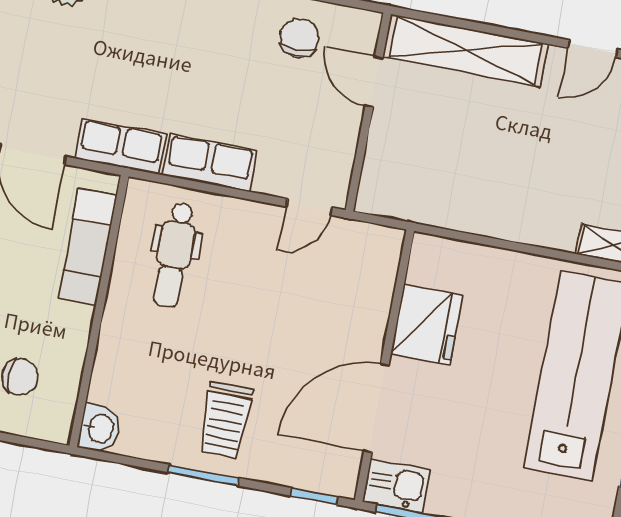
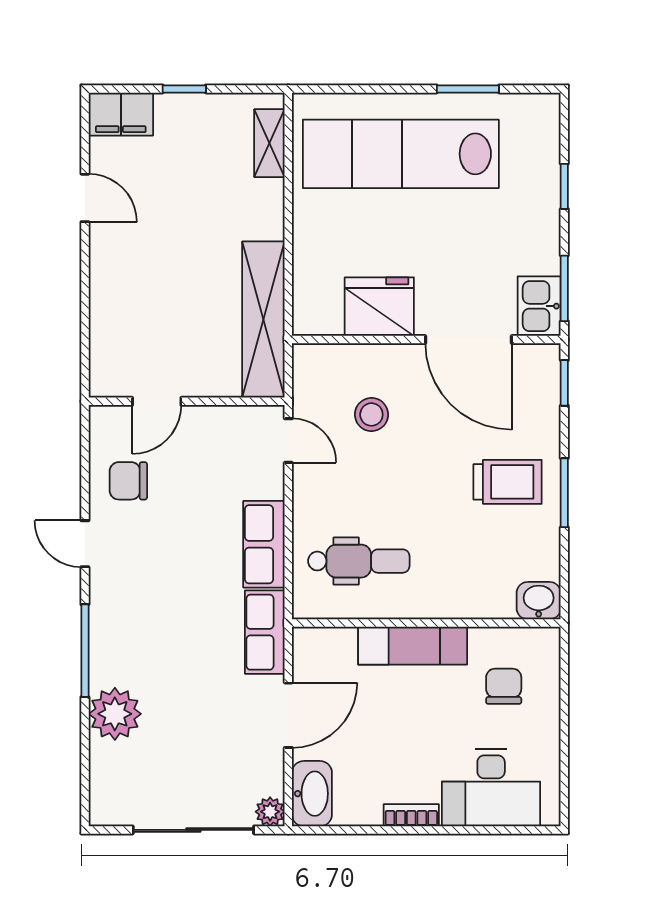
shelving: (465, 50) -> (263, 320), moved
exam couch: (87, 247) -> (413, 646), moved
stool: (319, 296) -> (371, 414), added

